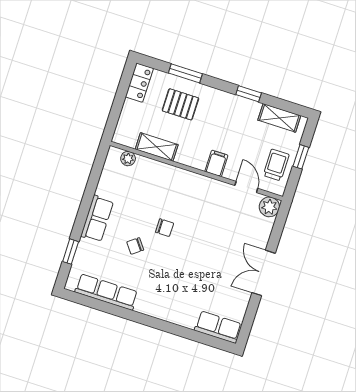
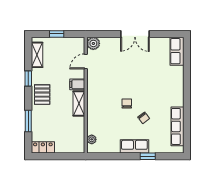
pallet: (180, 104) -> (42, 95), moved
shelving: (157, 147) -> (79, 104), moved
trolley: (276, 165) -> (66, 48), removed
window: (71, 252) -> (148, 156), moved

